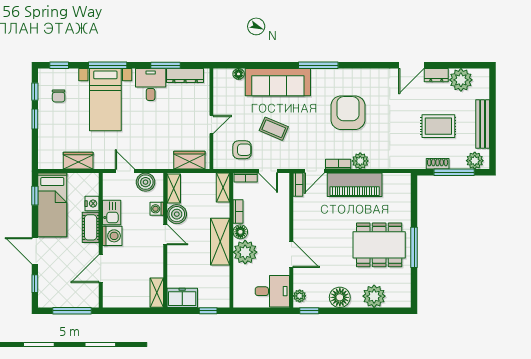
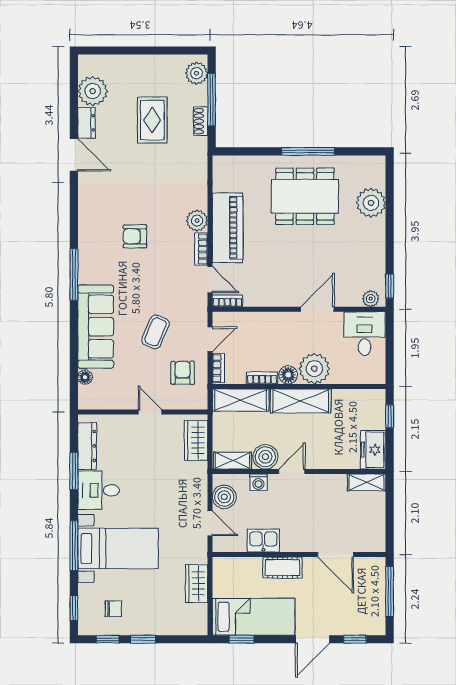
armchair: (348, 113) -> (135, 236), width x0.53, depth x0.53
bench: (483, 124) -> (149, 63), removed
door: (125, 171) -> (210, 523), swing flipped
shelving: (223, 188) -> (241, 400), width x1.50, depth x1.33
nightstand: (92, 204) -> (252, 566), removed
washing machine: (112, 236) -> (293, 540), removed
dining table: (379, 245) -> (305, 196), turned 90
floor lamp: (340, 297) -> (372, 247), removed

